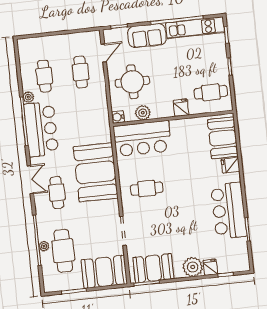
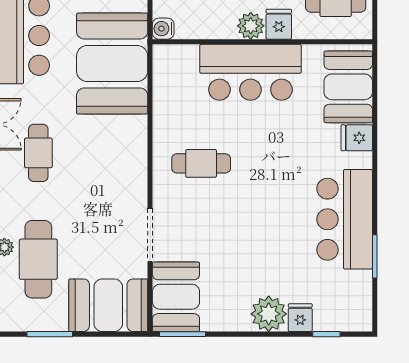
plant: (143, 113) -> (251, 26), moved
bar counter: (142, 139) -> (250, 72), moved
booth: (96, 172) -> (112, 64), moved
booth: (153, 268) -> (176, 297), moved, turned 90

